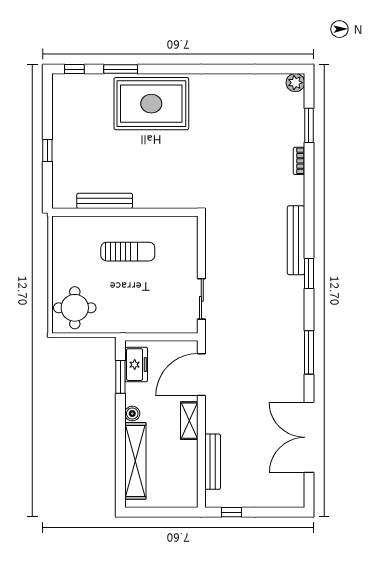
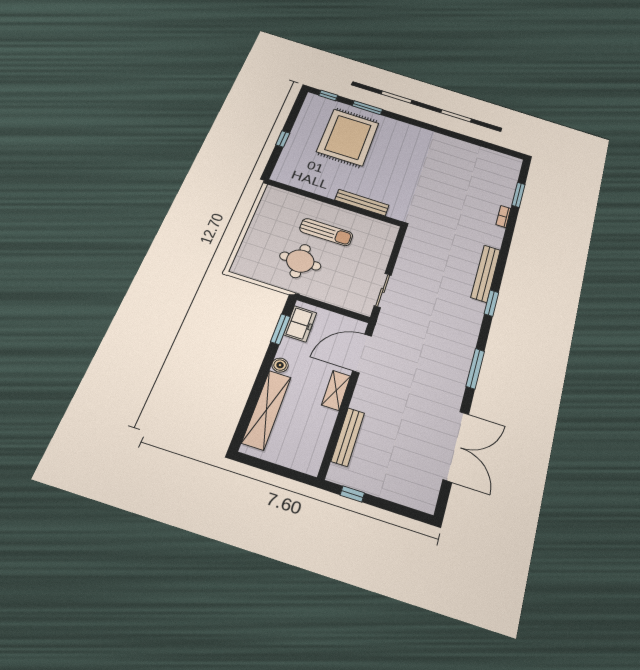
plant: (295, 83) -> (514, 163), removed
rug: (151, 104) -> (348, 137), moved, turned 90
bench: (105, 201) -> (362, 203), moved
round table: (75, 308) -> (300, 261), moved
double door: (309, 437) -> (456, 446), swing flipped

